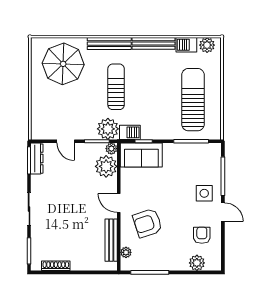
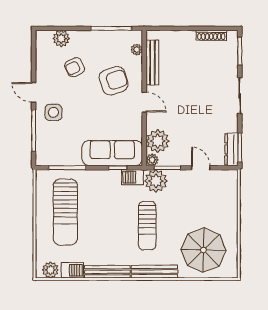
sofa: (141, 155) -> (112, 153), width x1.36
armchair: (202, 235) -> (75, 67), moved, turned 64

